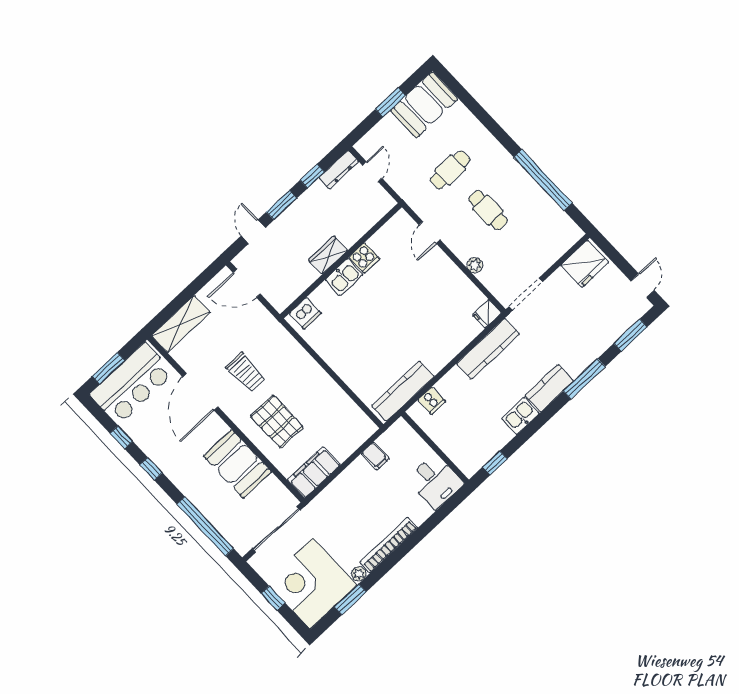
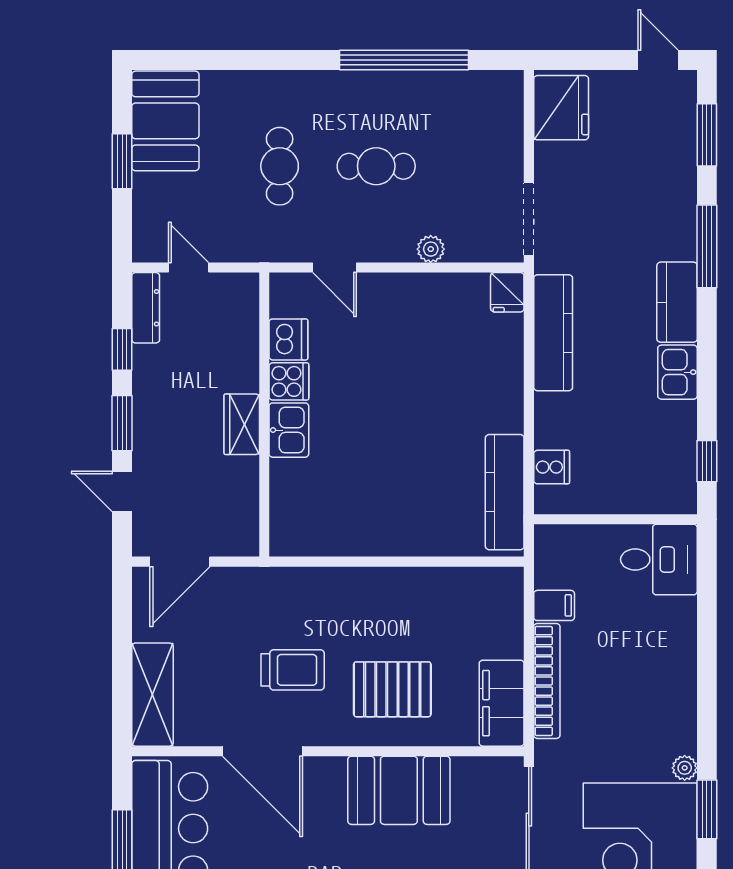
dishwasher: (305, 313) -> (288, 339), moved
bookcase: (389, 545) -> (547, 681), moved, turned 180

